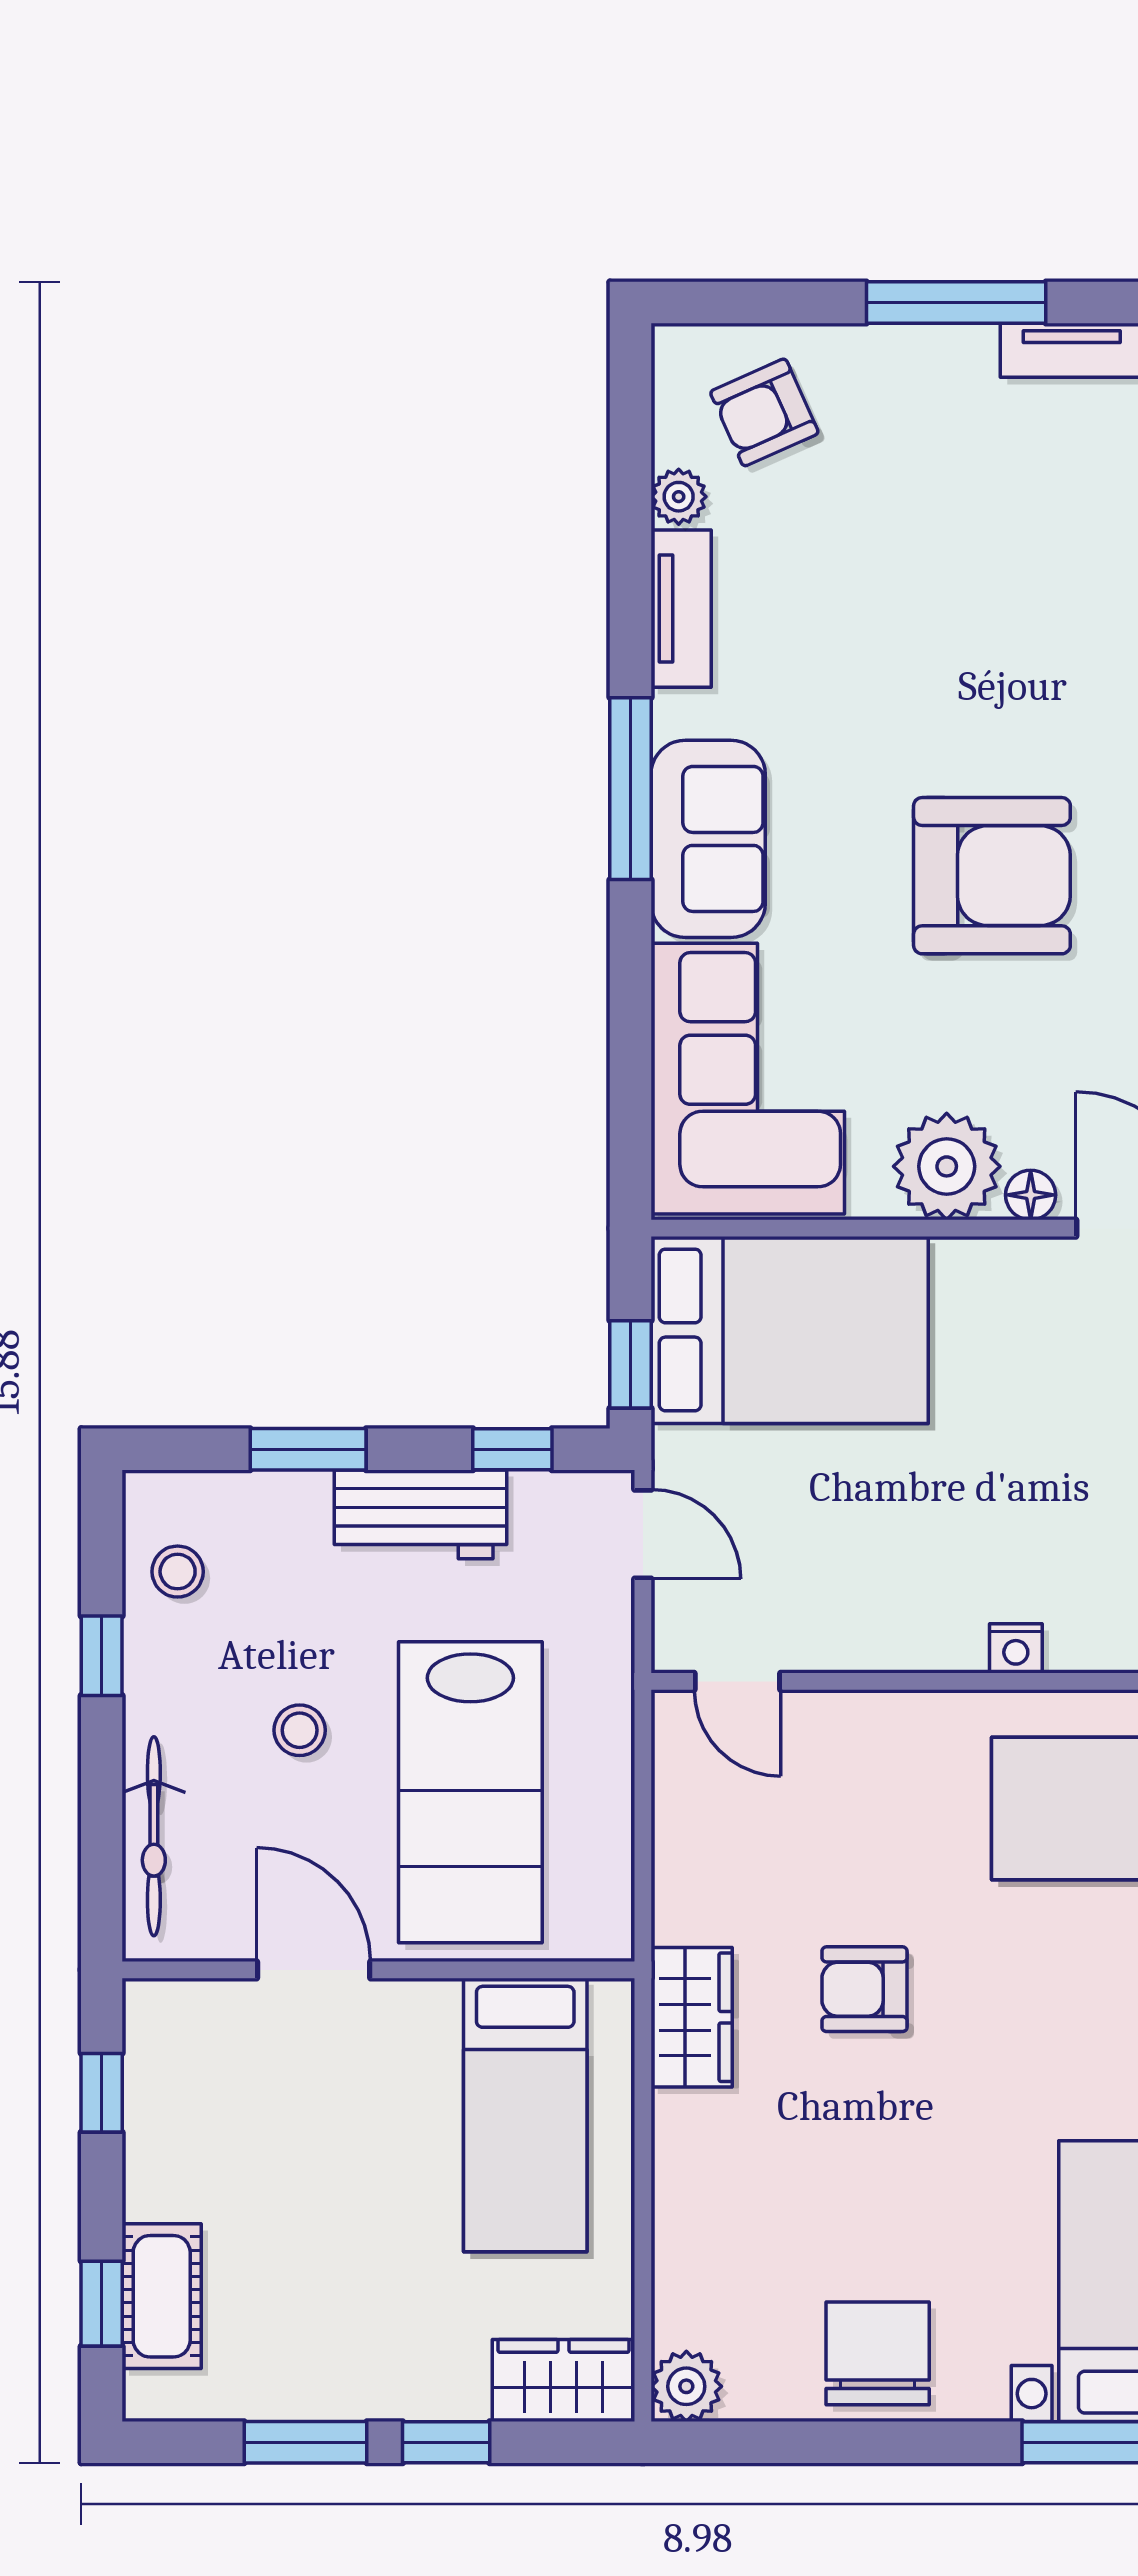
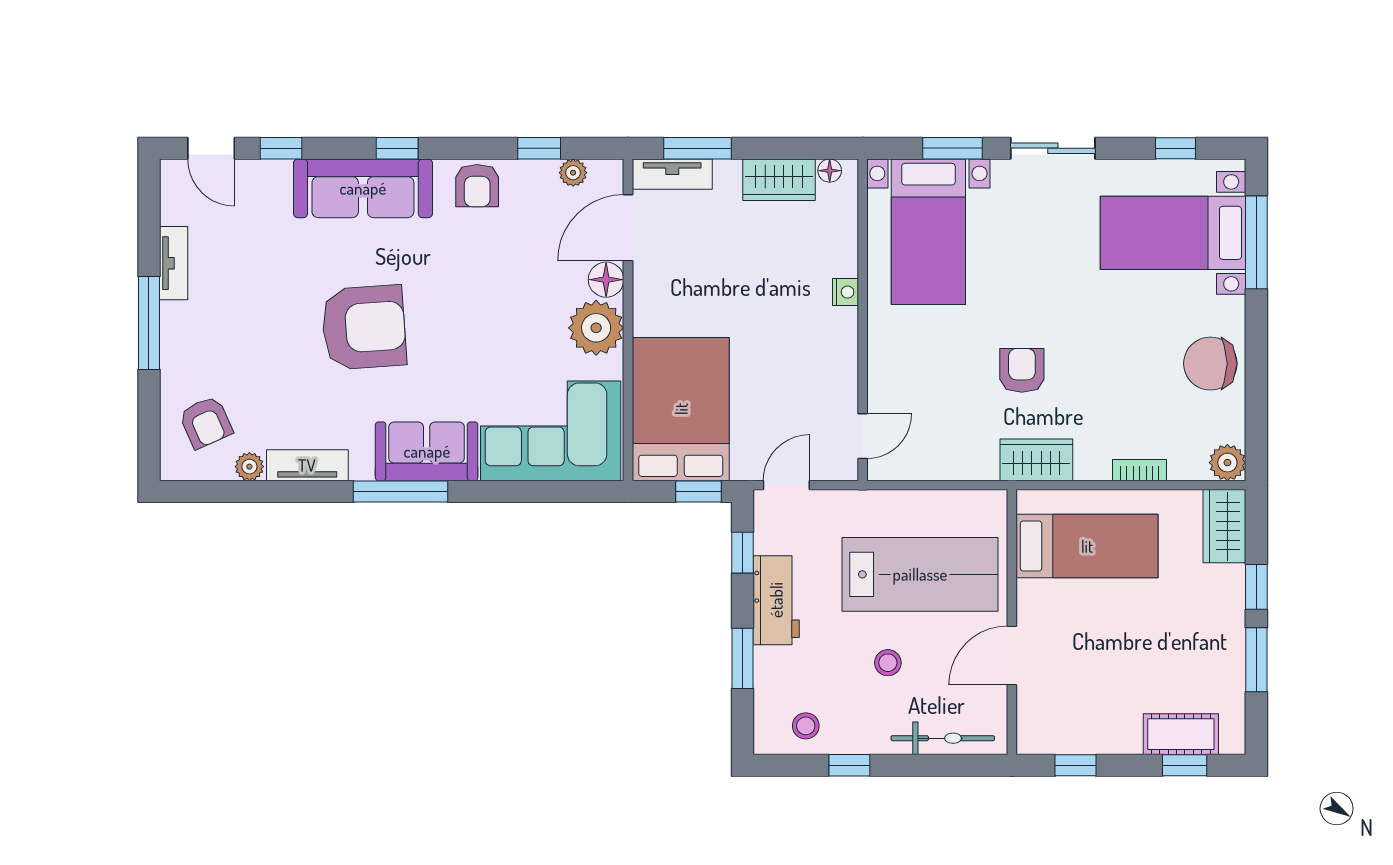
armchair: (992, 876) -> (364, 327), moved, turned 86
floor lamp: (1031, 1195) -> (606, 280), width x1.37, depth x1.37
armchair: (864, 1989) -> (1022, 370), turned 180
bookcase: (672, 2217) -> (1140, 470), added

